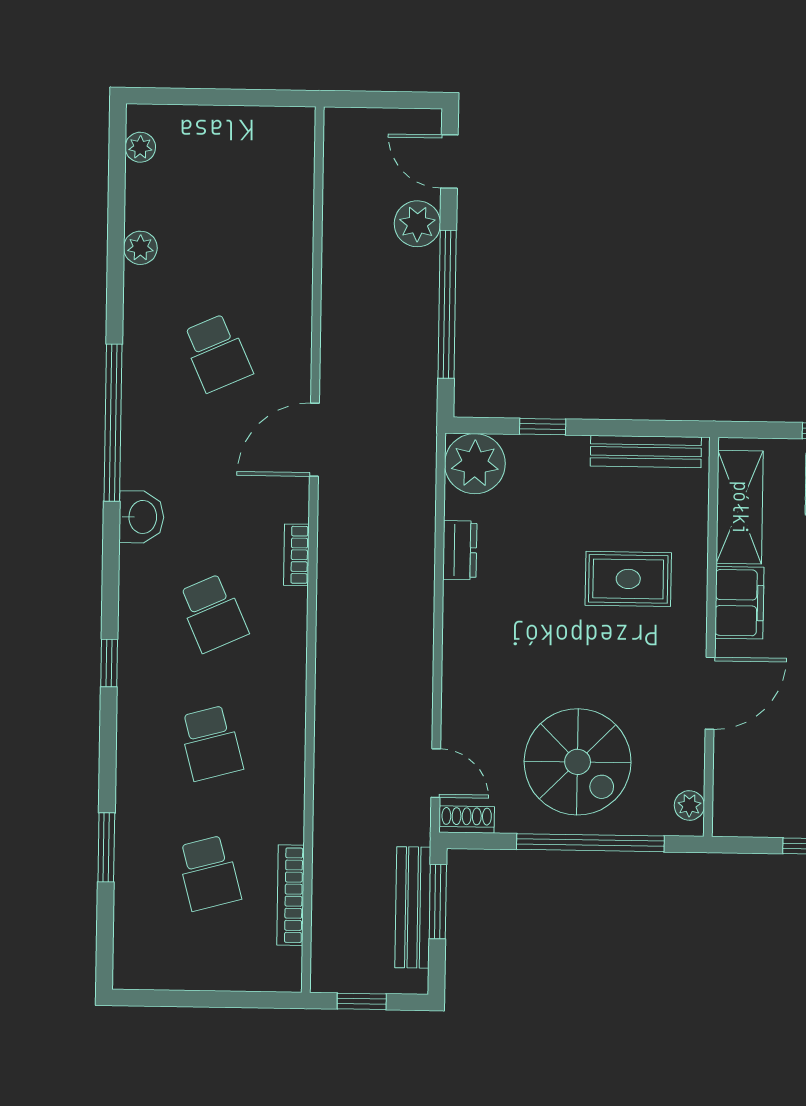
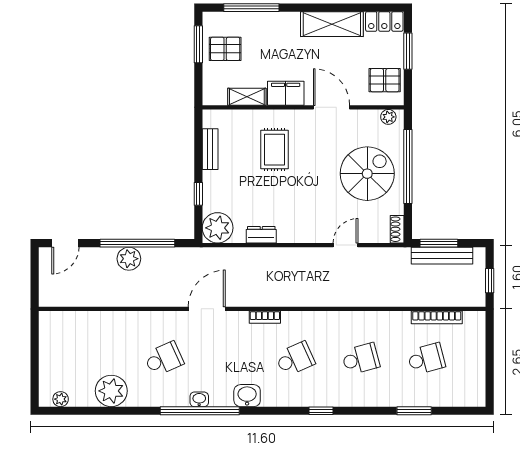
plant: (417, 224) -> (129, 259), moved
plant: (140, 248) -> (111, 391), width x1.88, depth x1.88
washbasin: (136, 422) -> (199, 399), added
door: (314, 440) -> (207, 309), swing flipped
bench: (646, 452) -> (210, 149), width x0.73
shelving: (740, 507) -> (247, 97), width x0.67, depth x0.75
door: (436, 773) -> (346, 245), moved
pallet: (762, 799) -> (385, 80), added

